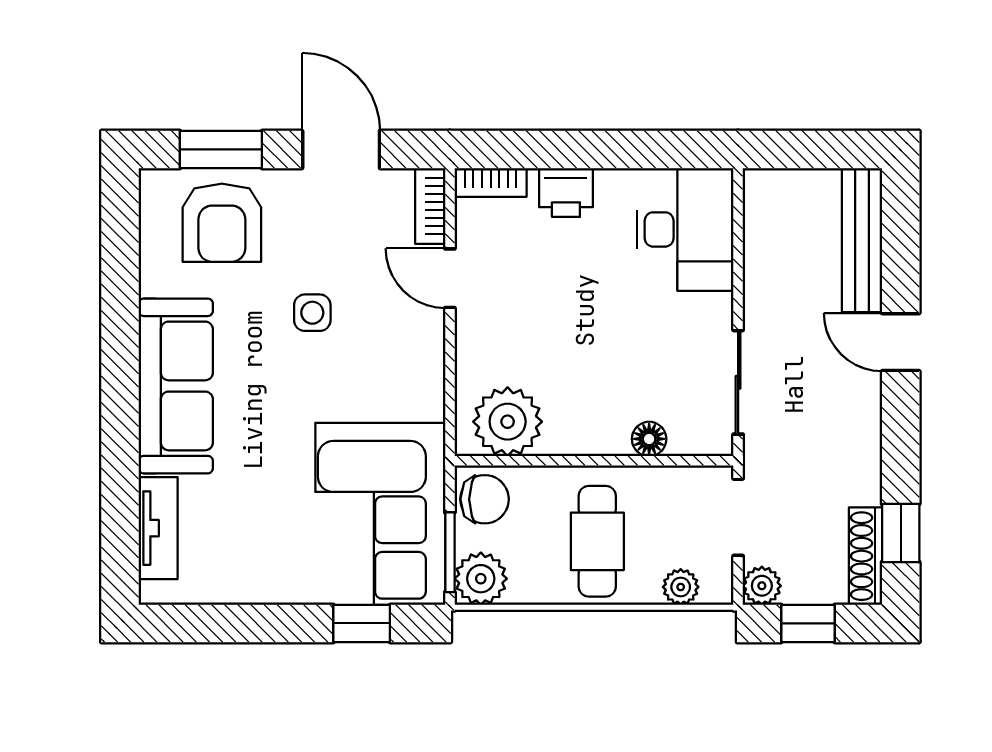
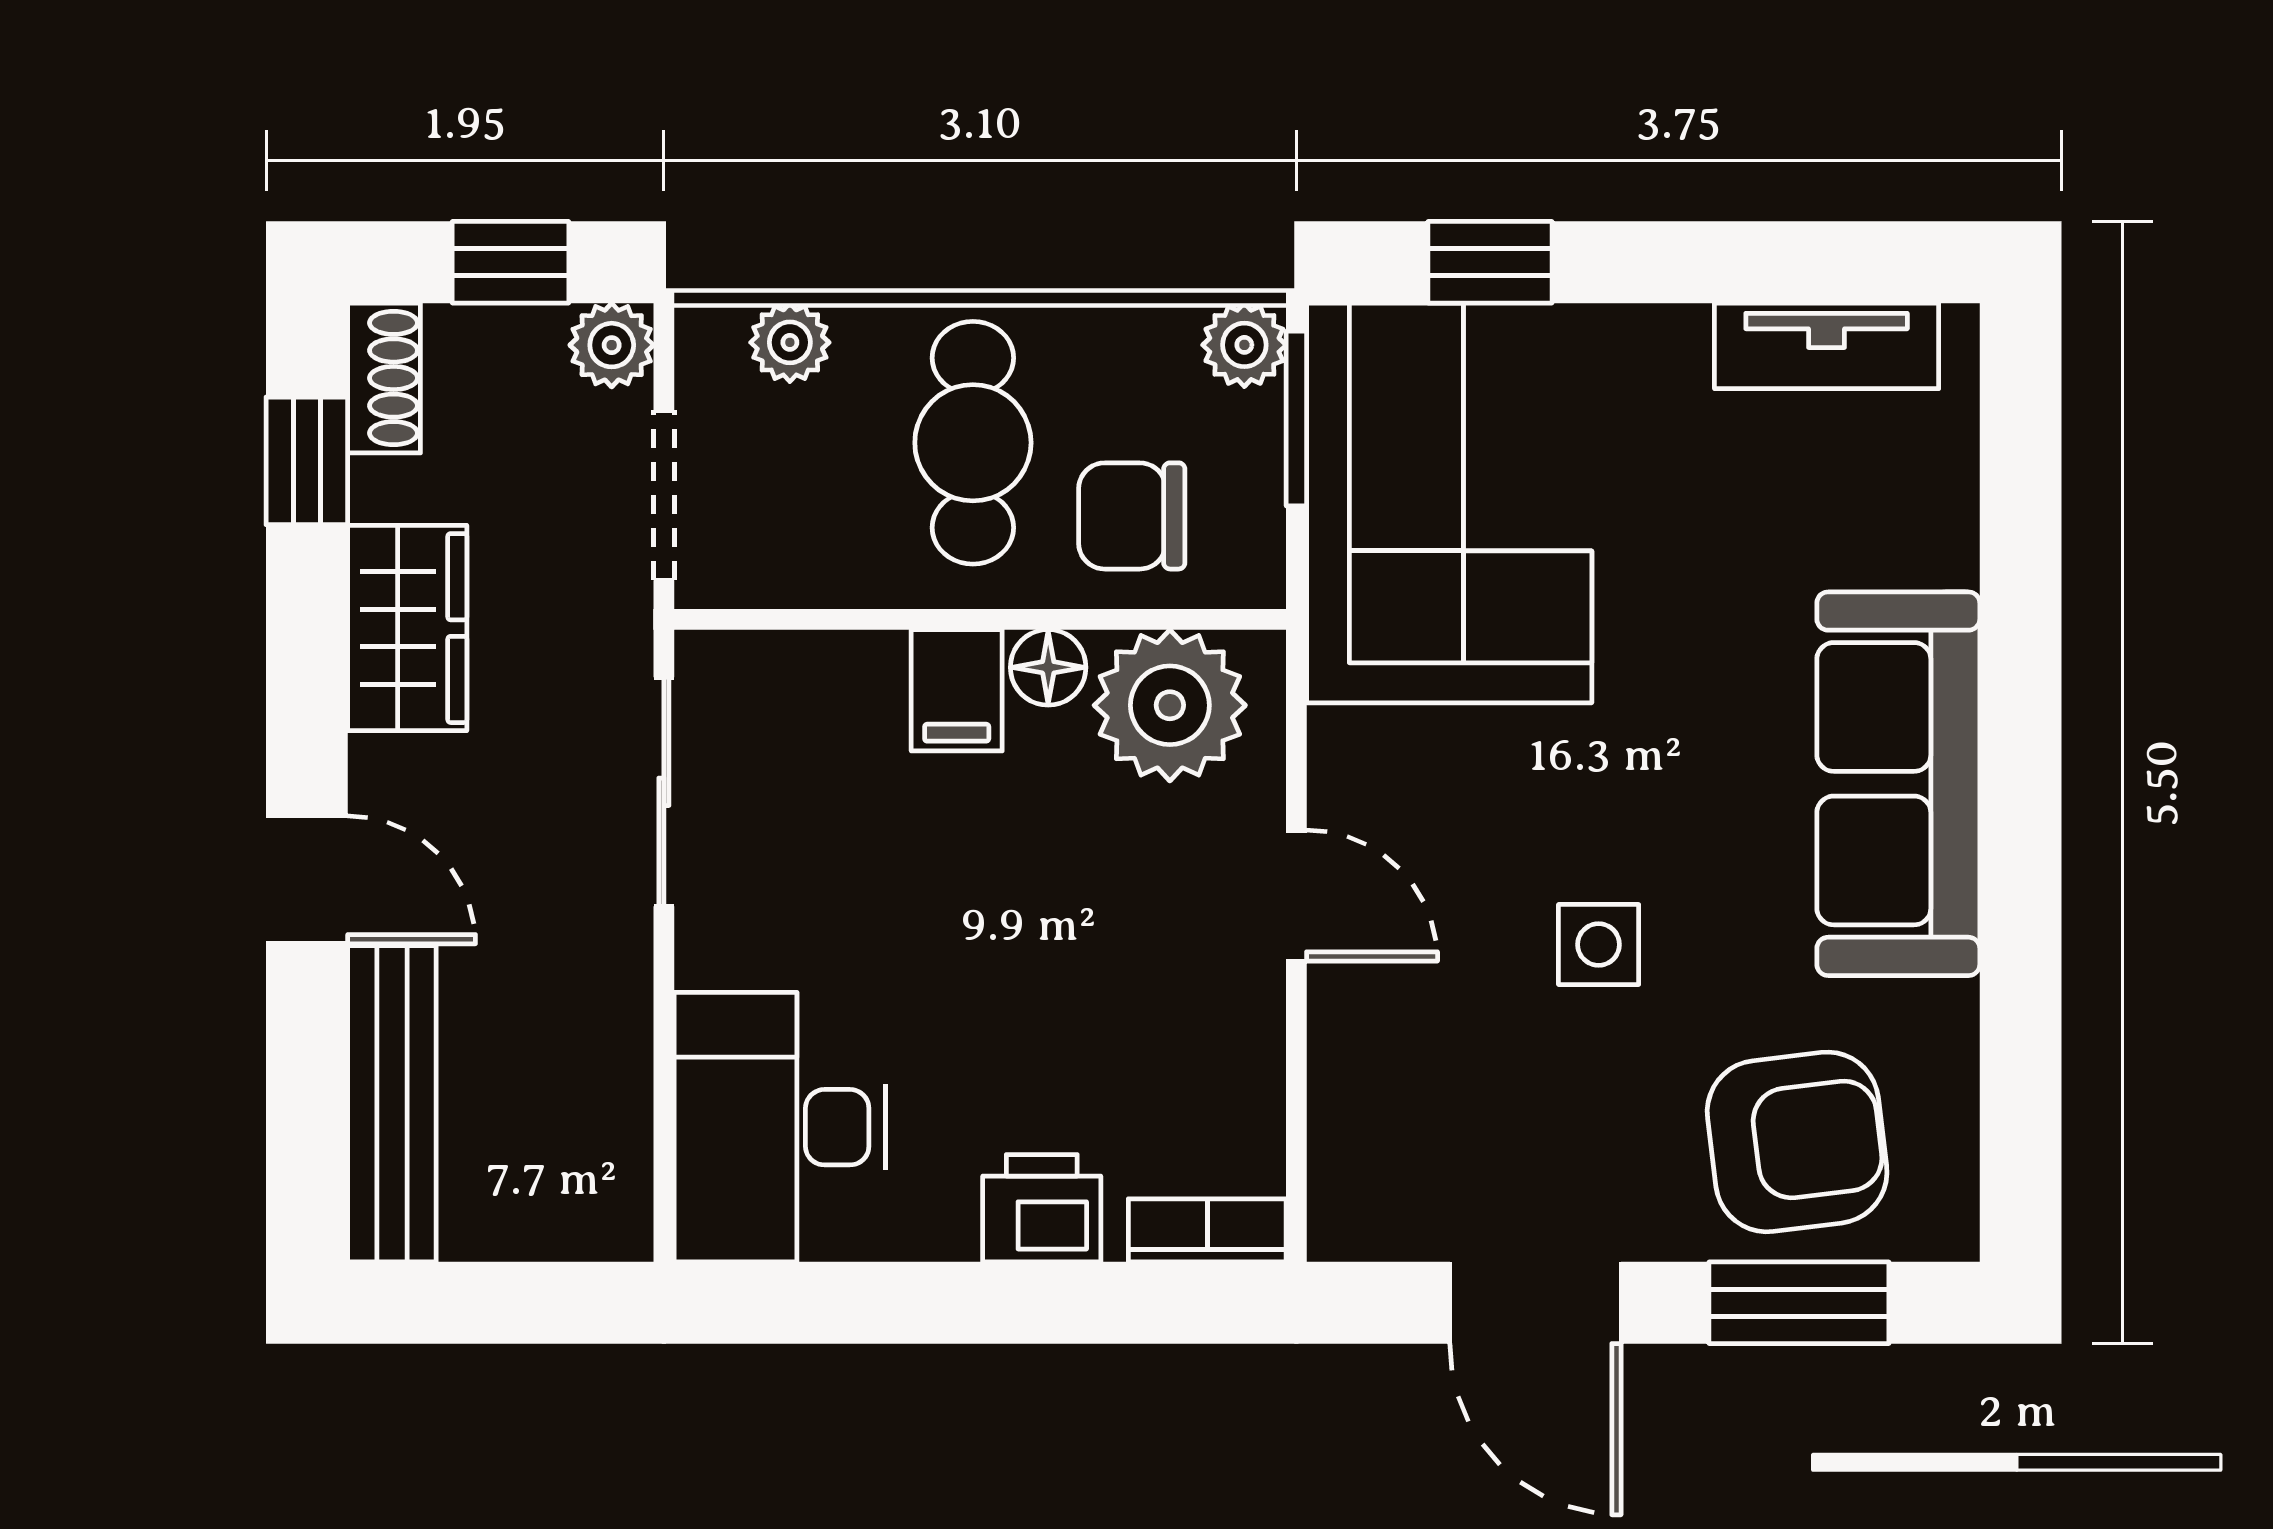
bookcase: (430, 206) -> (1340, 1179), removed
armchair: (222, 223) -> (1797, 1142), turned 83
door: (450, 278) -> (1296, 896), moved
filing cabinet: (605, 429) -> (957, 690), added
floor lamp: (649, 439) -> (1048, 667), moved
wardrobe: (855, 457) -> (407, 628), added
chair: (485, 499) -> (1132, 516), moved
tv unit: (158, 528) -> (1827, 346), moved, turned -90
shoe rack: (866, 556) -> (384, 378), width x0.70
plant: (481, 579) -> (1244, 345), width x0.73, depth x0.73

